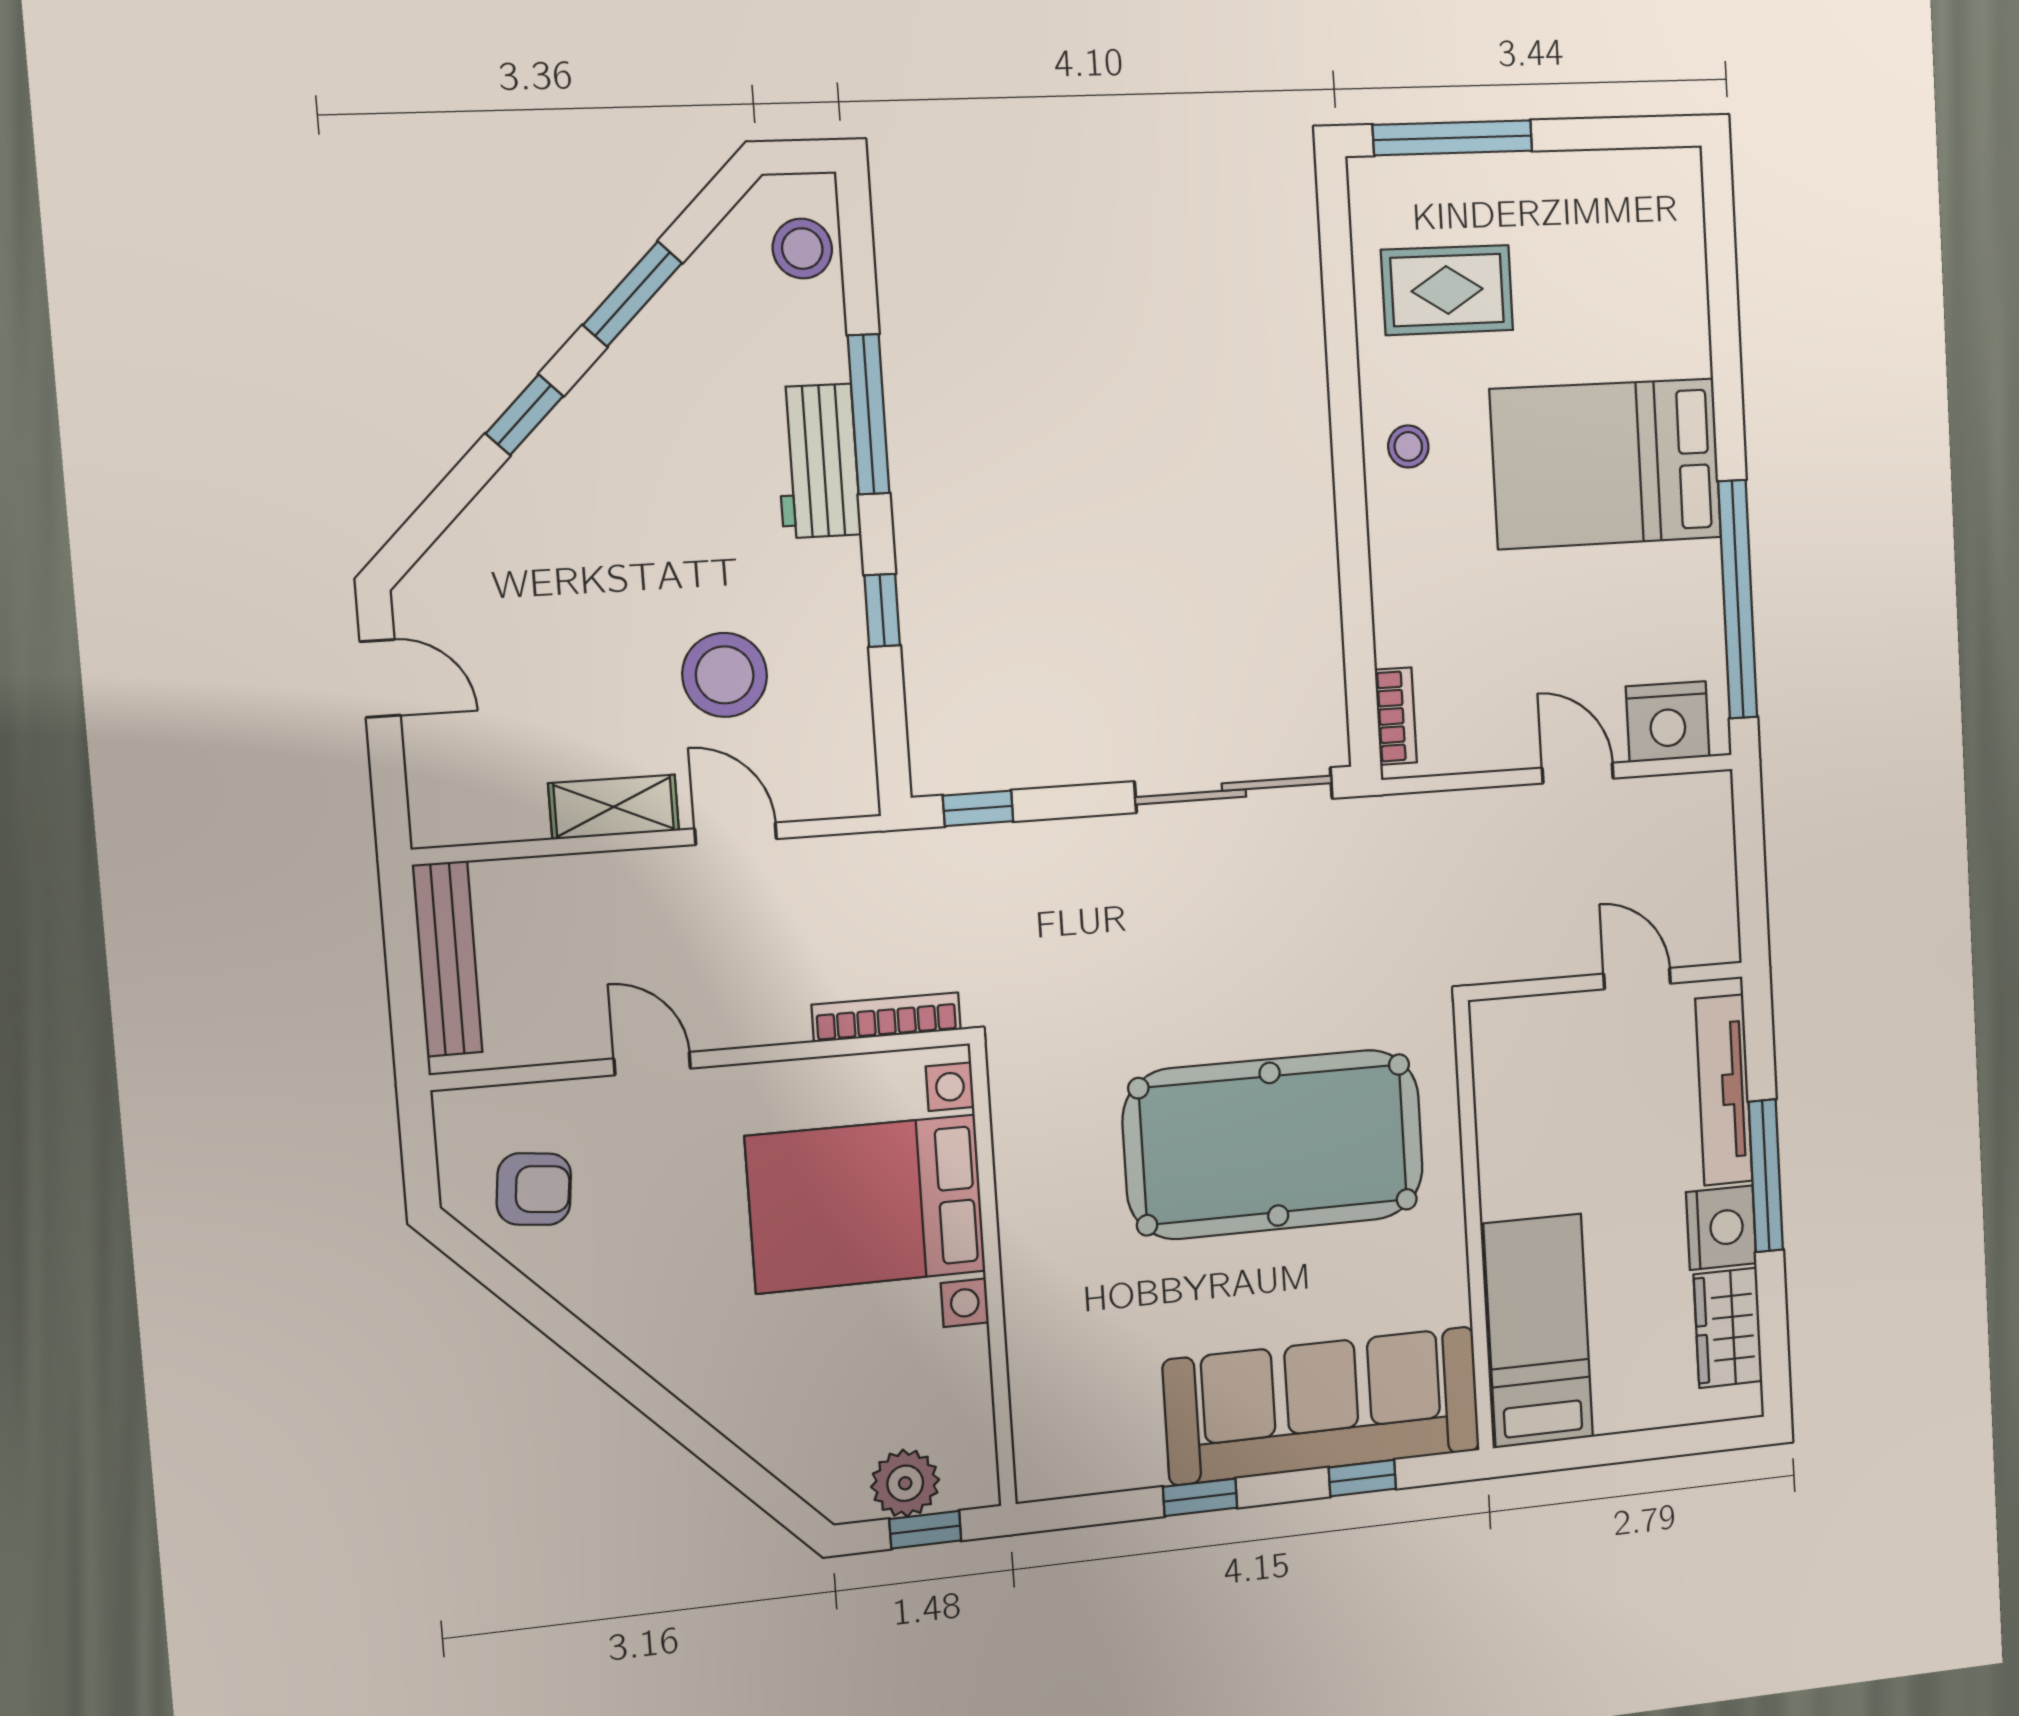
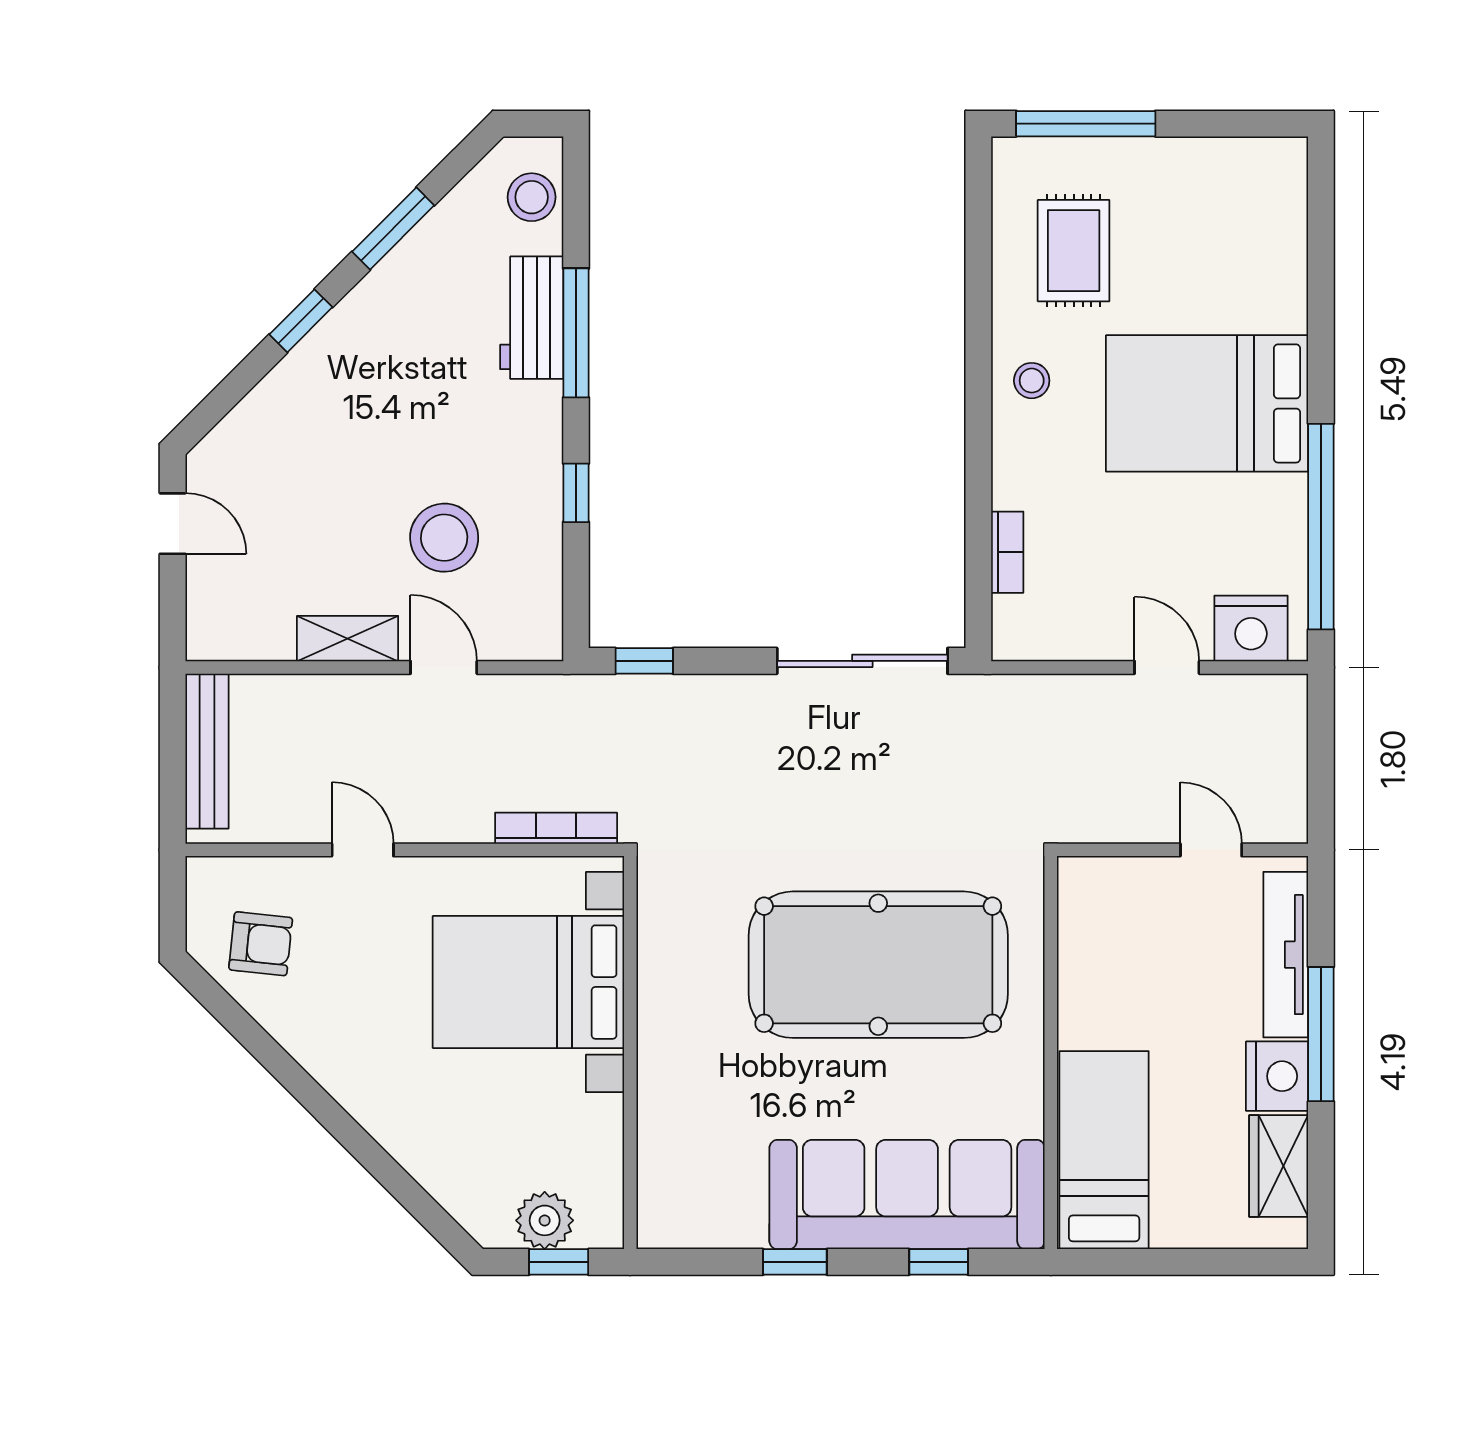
rug: (1447, 290) -> (1074, 251), turned 90
workbench: (817, 461) -> (532, 318), moved
bookcase: (1396, 716) -> (1007, 552), moved

